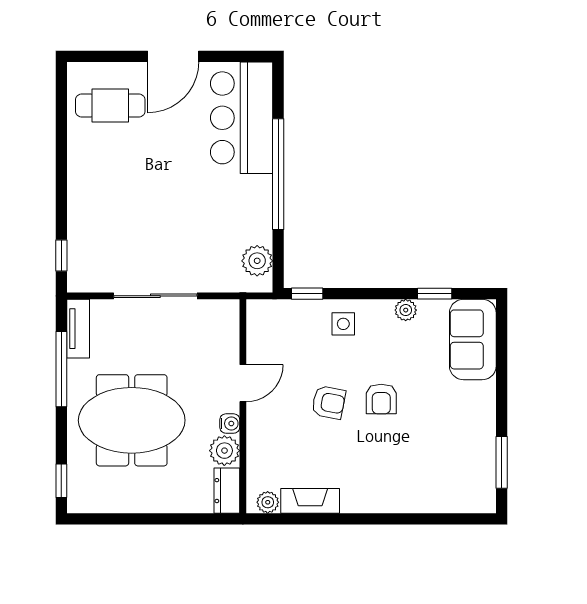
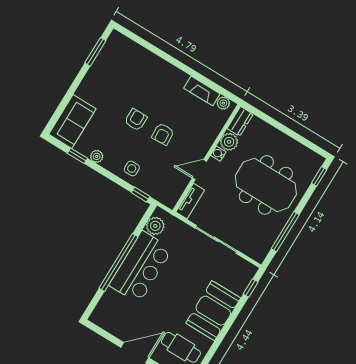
bar counter: (242, 118) -> (141, 267), moved
booth: (96, 189) -> (213, 311), added
tv unit: (78, 329) -> (190, 201), moved, turned 180
armchair: (329, 402) -> (163, 134), turned -104

